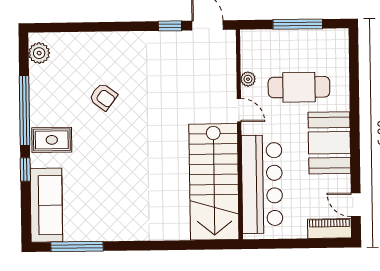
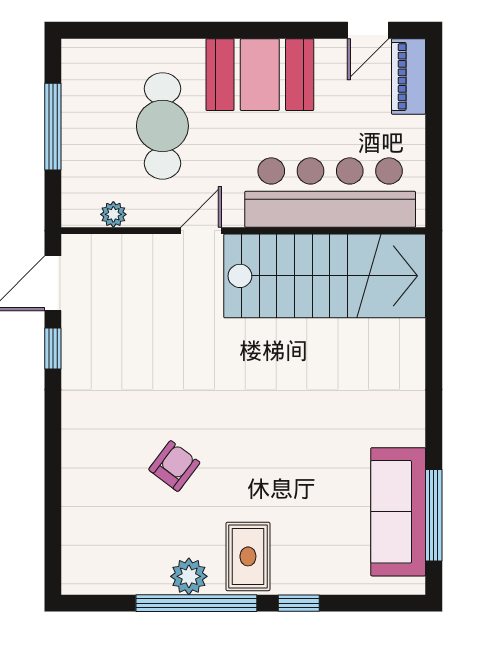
plant: (39, 53) -> (189, 576), moved
plant: (248, 79) -> (113, 214), moved
sofa: (46, 205) -> (398, 512), moved, turned -90

